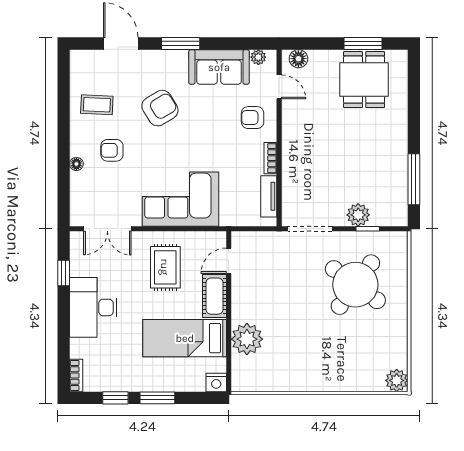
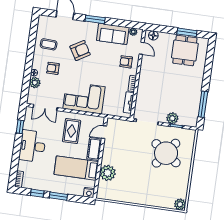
plant: (81, 183) -> (35, 83), added

